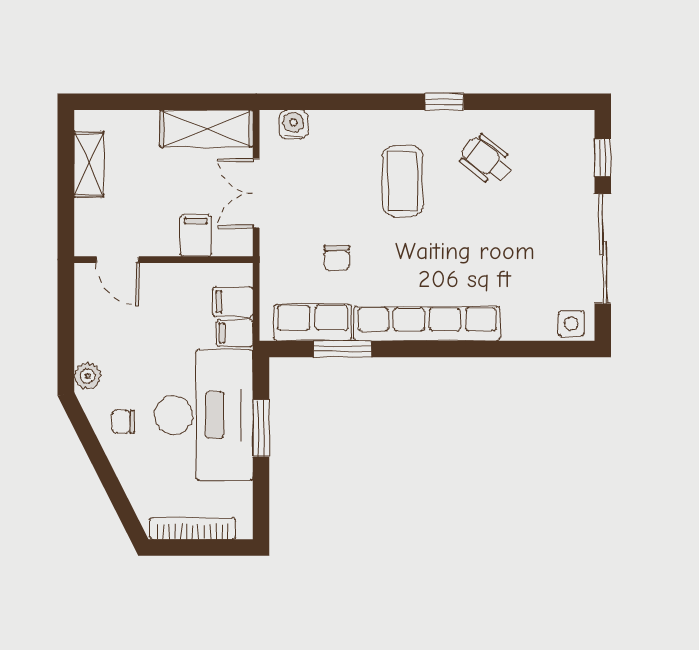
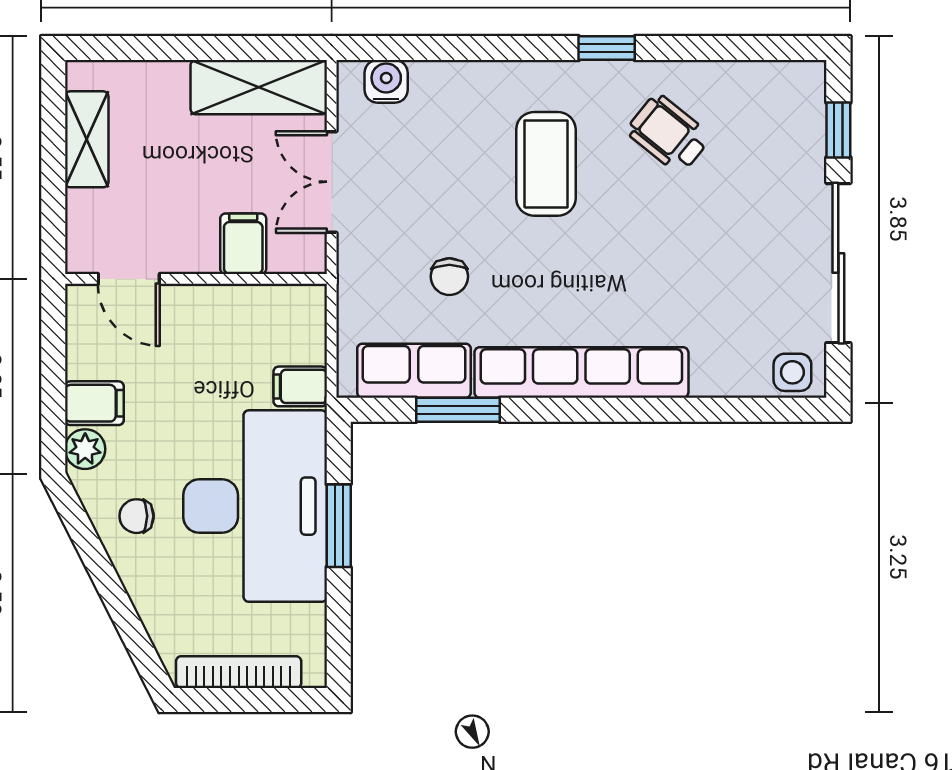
filing cabinet: (233, 302) -> (94, 403), moved, turned 180

